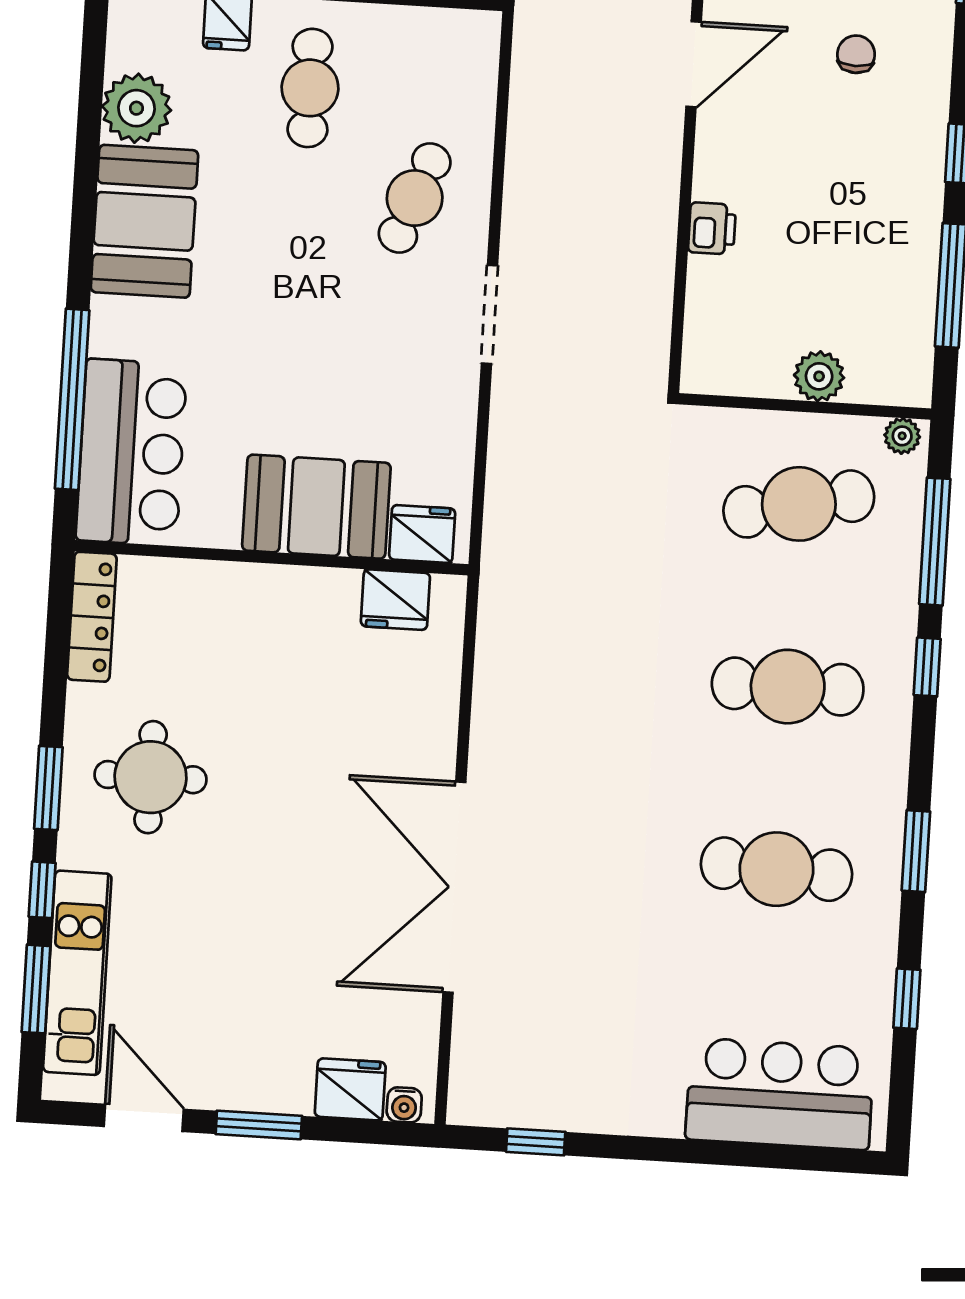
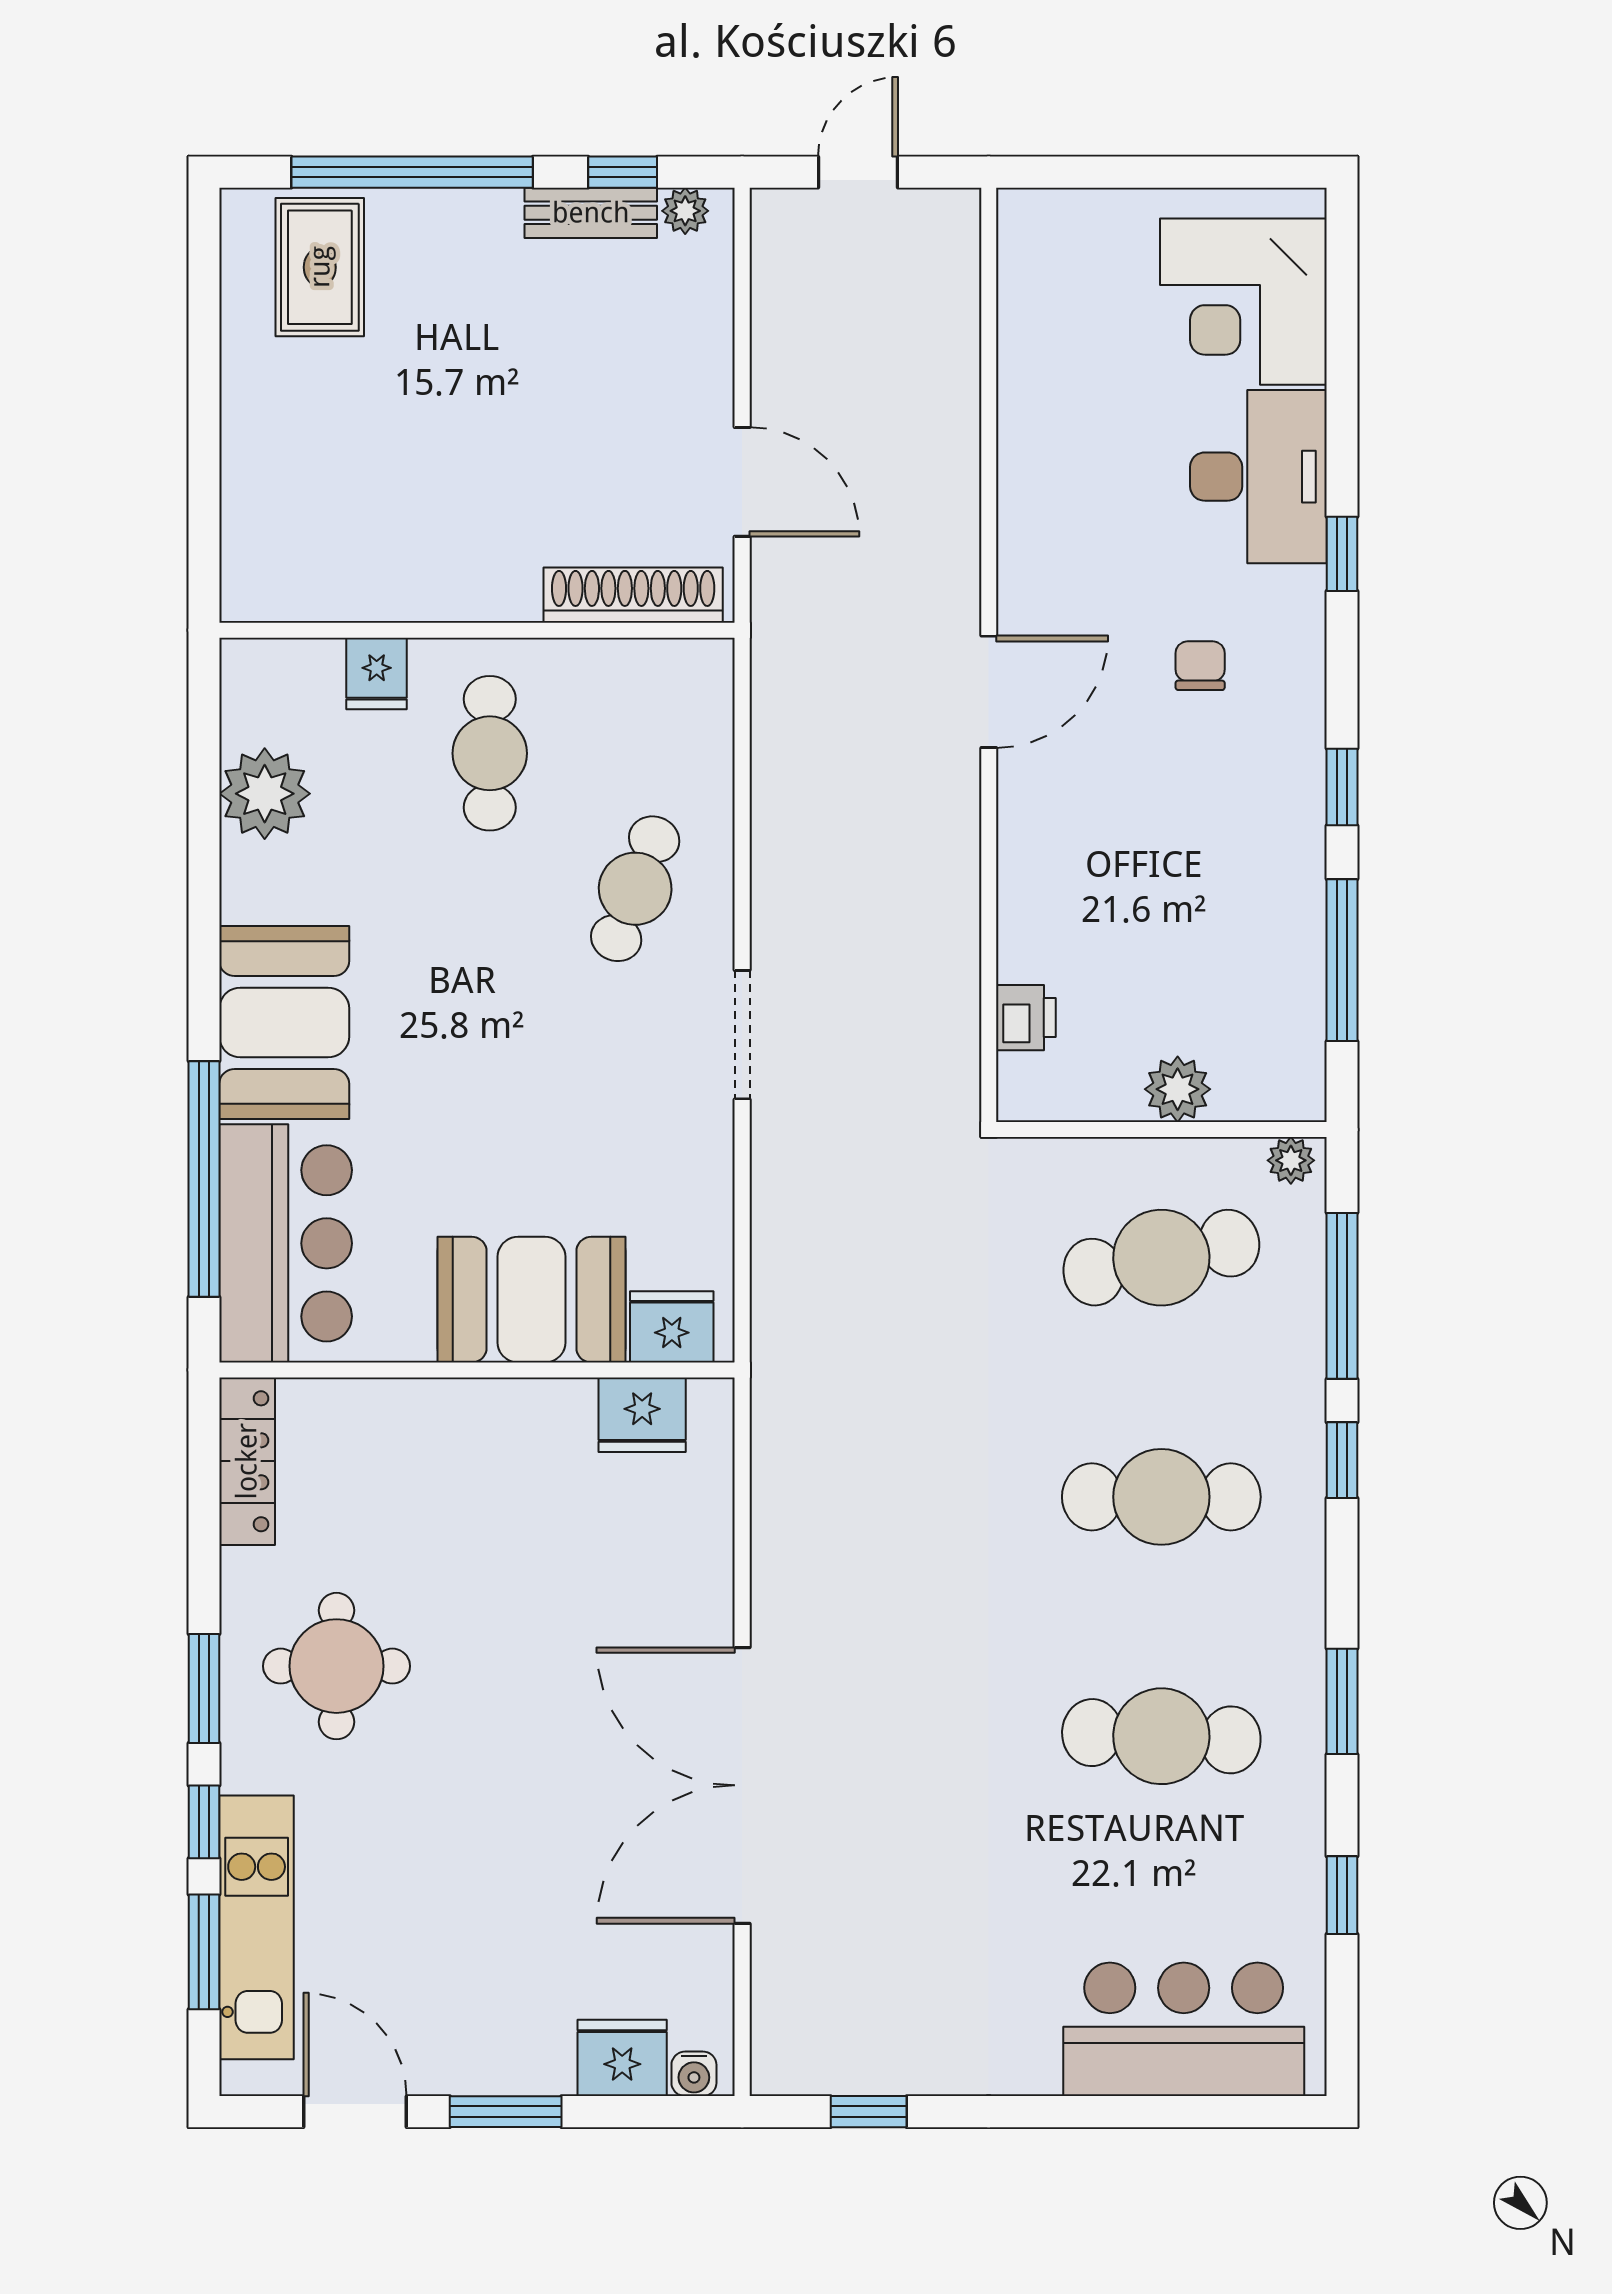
booth: (144, 221) -> (284, 1022), moved
printer: (712, 228) -> (1026, 1018), moved

